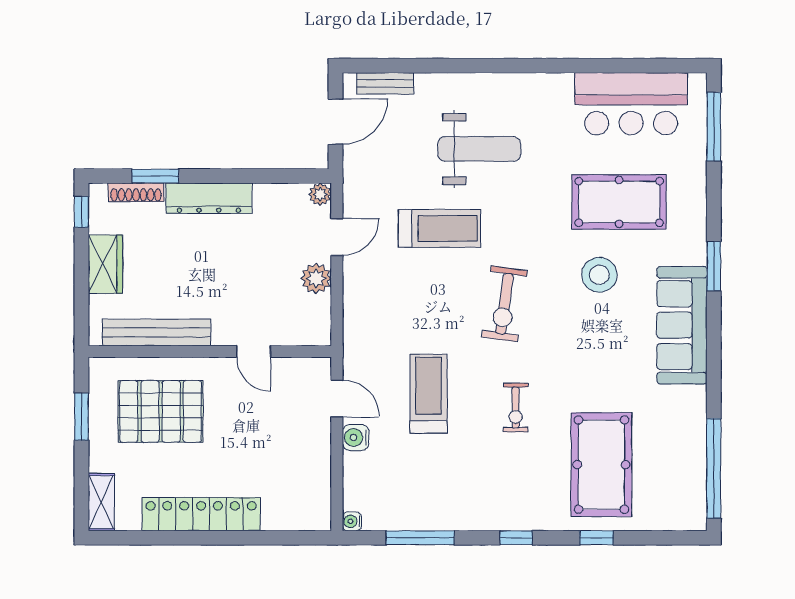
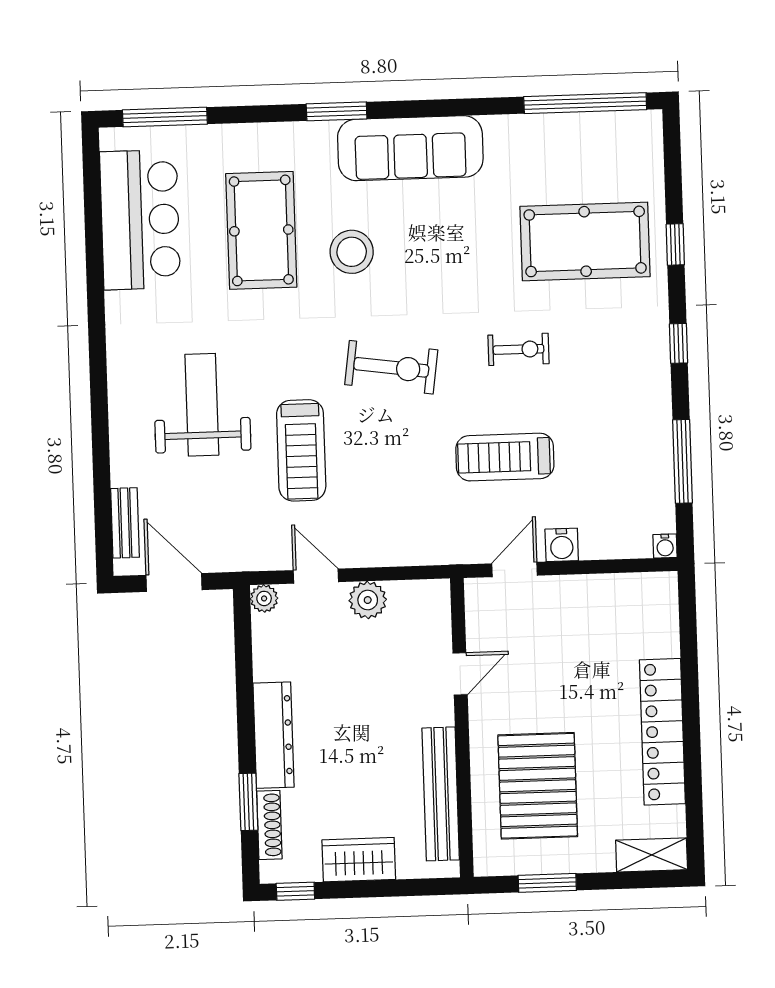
treadmill: (439, 228) -> (301, 450), turned 180

